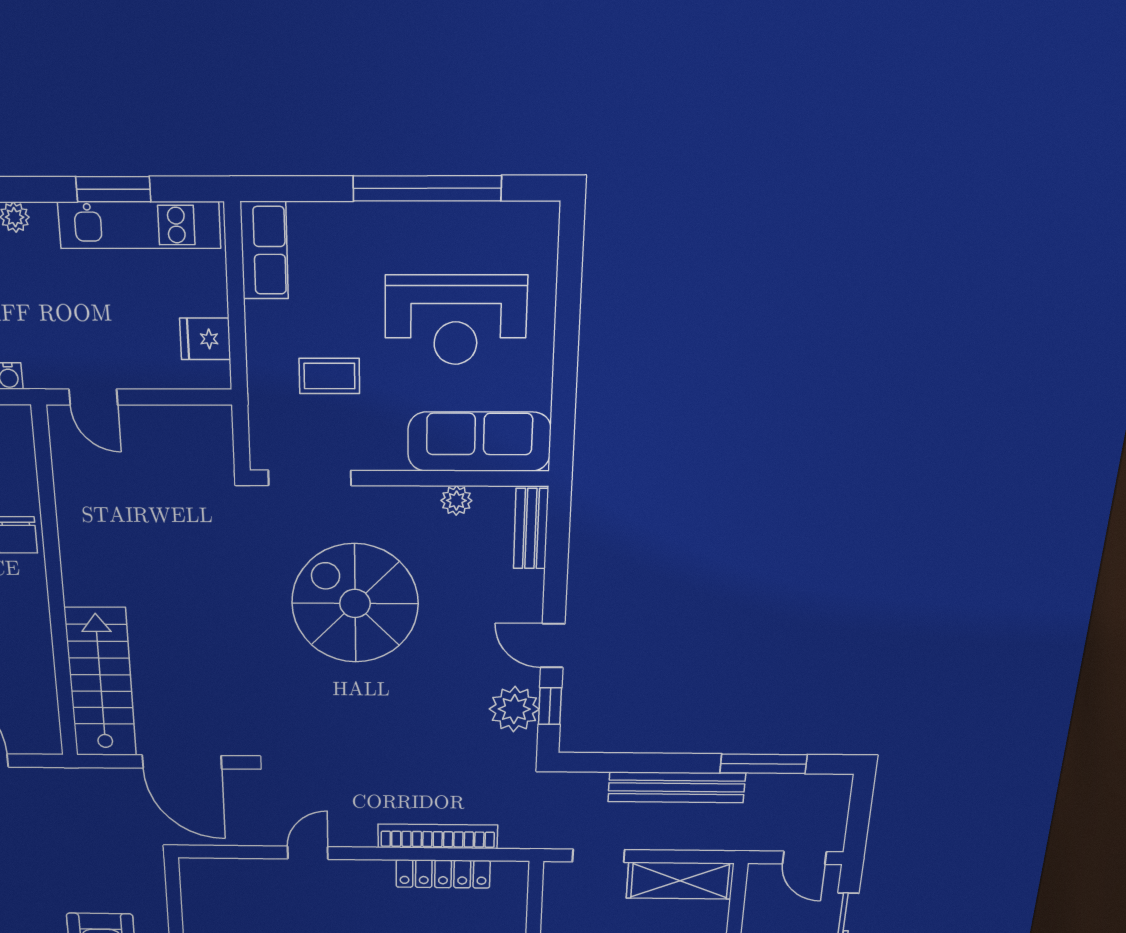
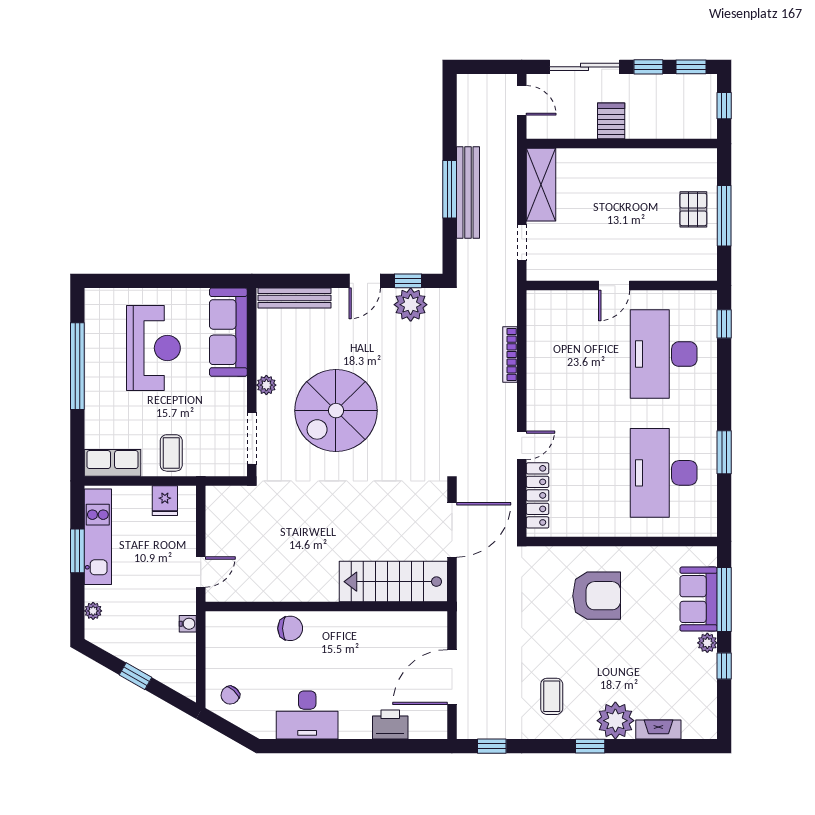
coffee table: (329, 376) -> (171, 453), moved
plant: (456, 501) -> (266, 385), moved
bench: (531, 529) -> (294, 298), width x1.36
window: (763, 764) -> (450, 189), moved
bookcase: (438, 836) -> (510, 354), width x0.68, depth x0.76
door: (308, 853) -> (522, 445), swing flipped
door: (804, 858) -> (522, 100), hinge flipped
locker: (443, 874) -> (538, 495), moved

